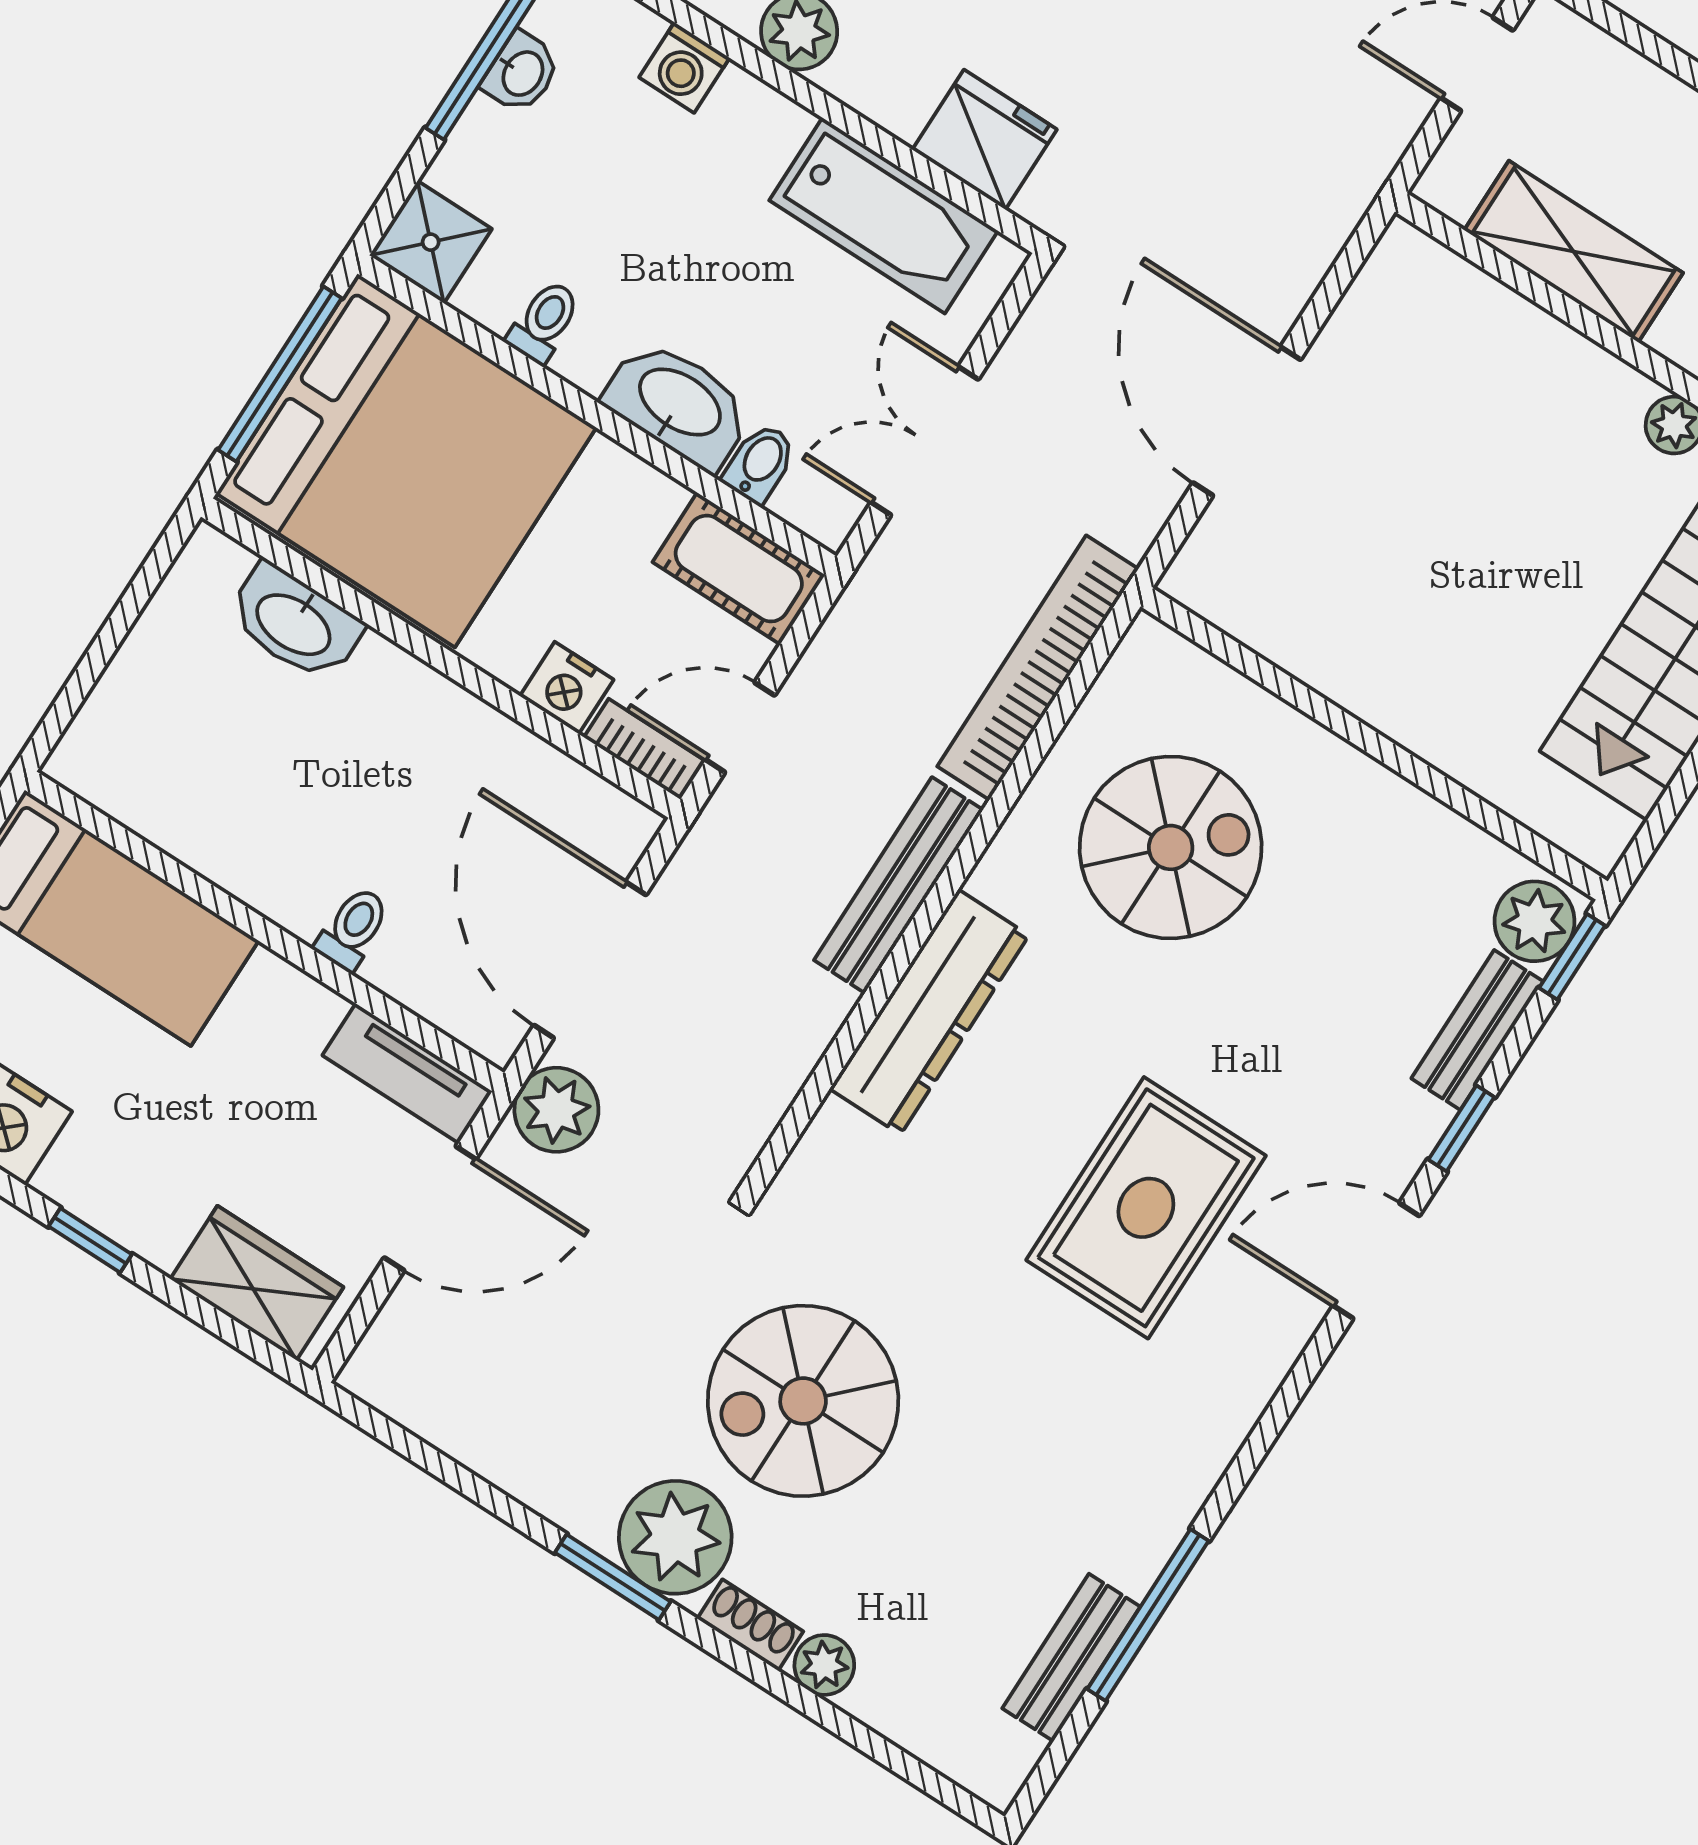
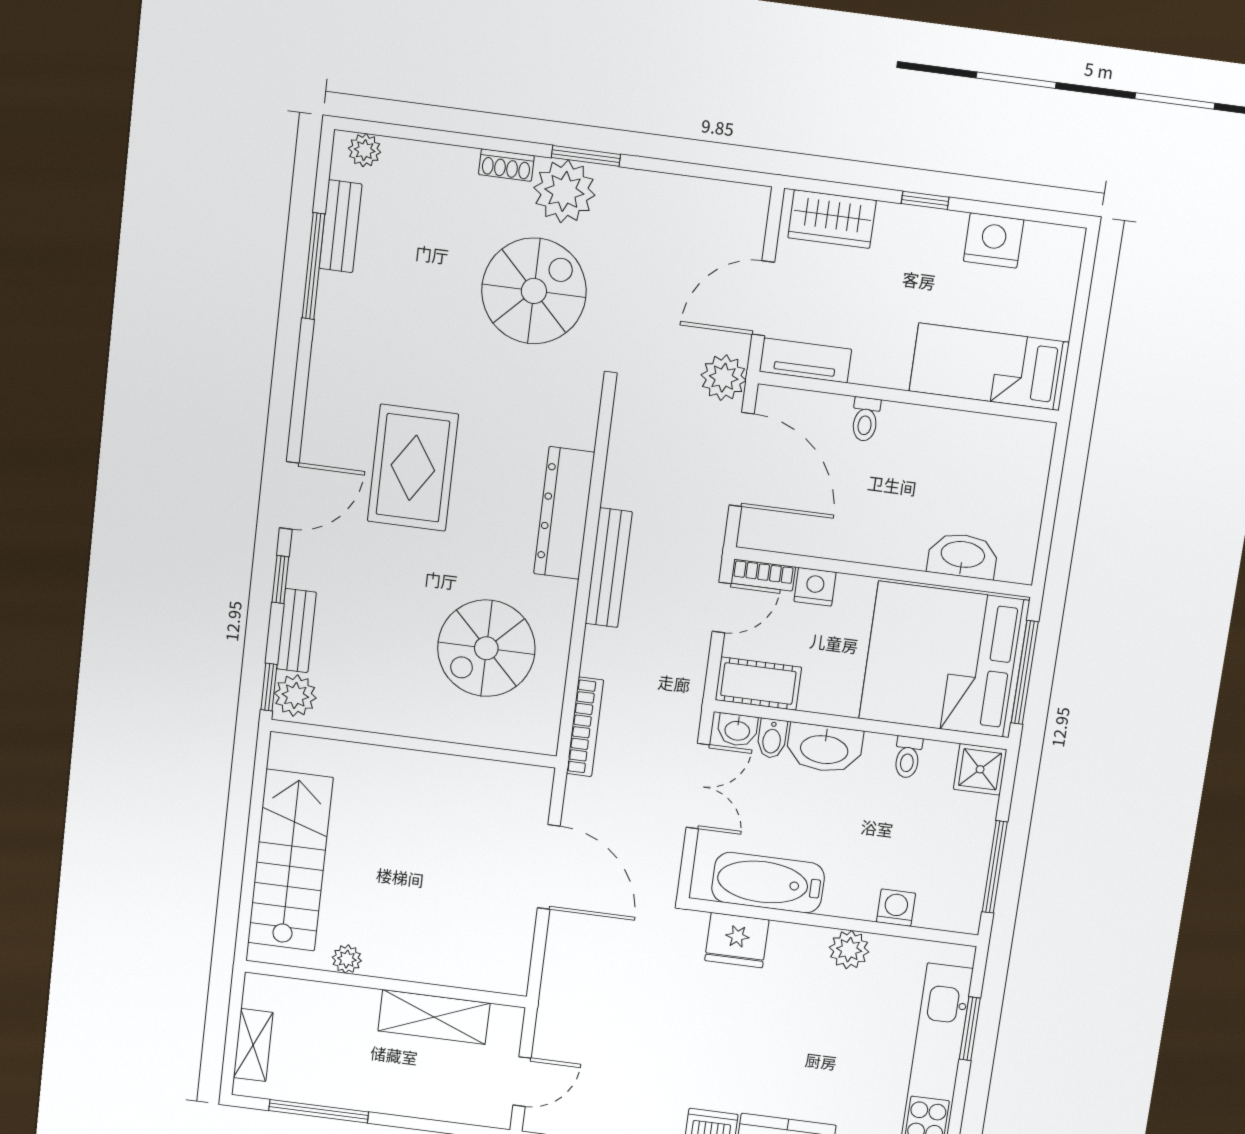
washbasin: (521, 73) -> (737, 730), moved, turned -90
bookcase: (1038, 668) -> (585, 727), width x0.68, depth x0.76
plant: (824, 1665) -> (365, 150), moved

